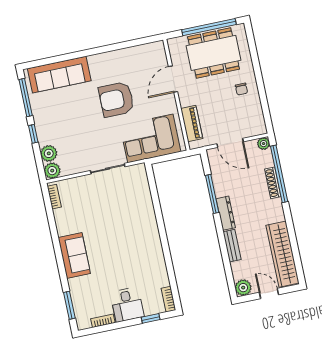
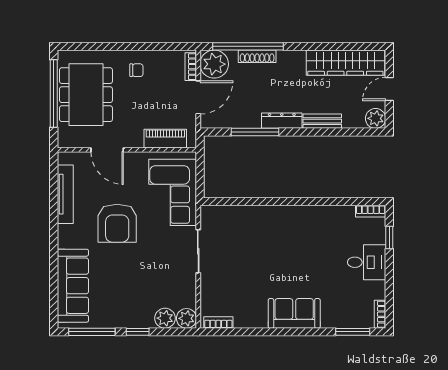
tv unit: (131, 53) -> (65, 194), added
bookcase: (253, 132) -> (191, 67), added
plant: (264, 144) -> (214, 64), width x1.87, depth x1.87
bookcase: (103, 321) -> (380, 314), moved

